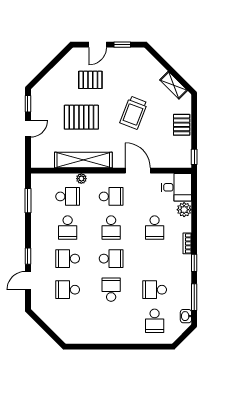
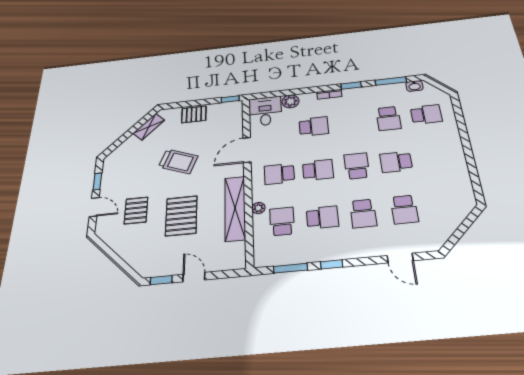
school desk: (111, 196) -> (279, 174), turned -90
window: (28, 256) -> (332, 264), moved

